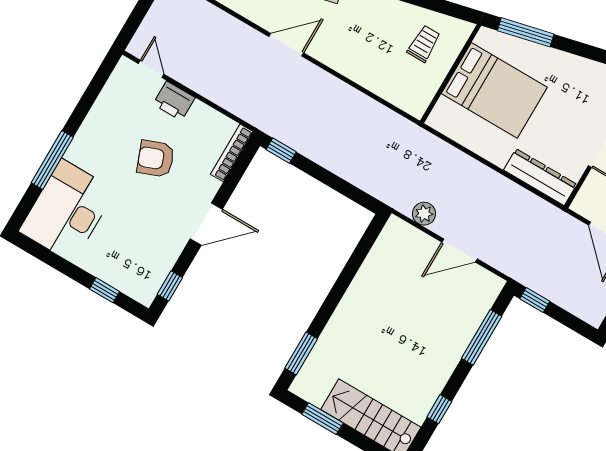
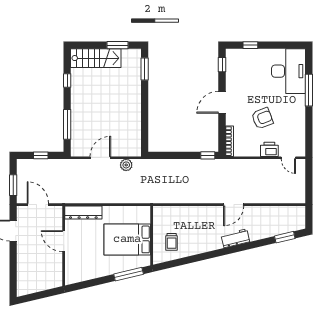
window: (535, 300) -> (41, 155), moved

